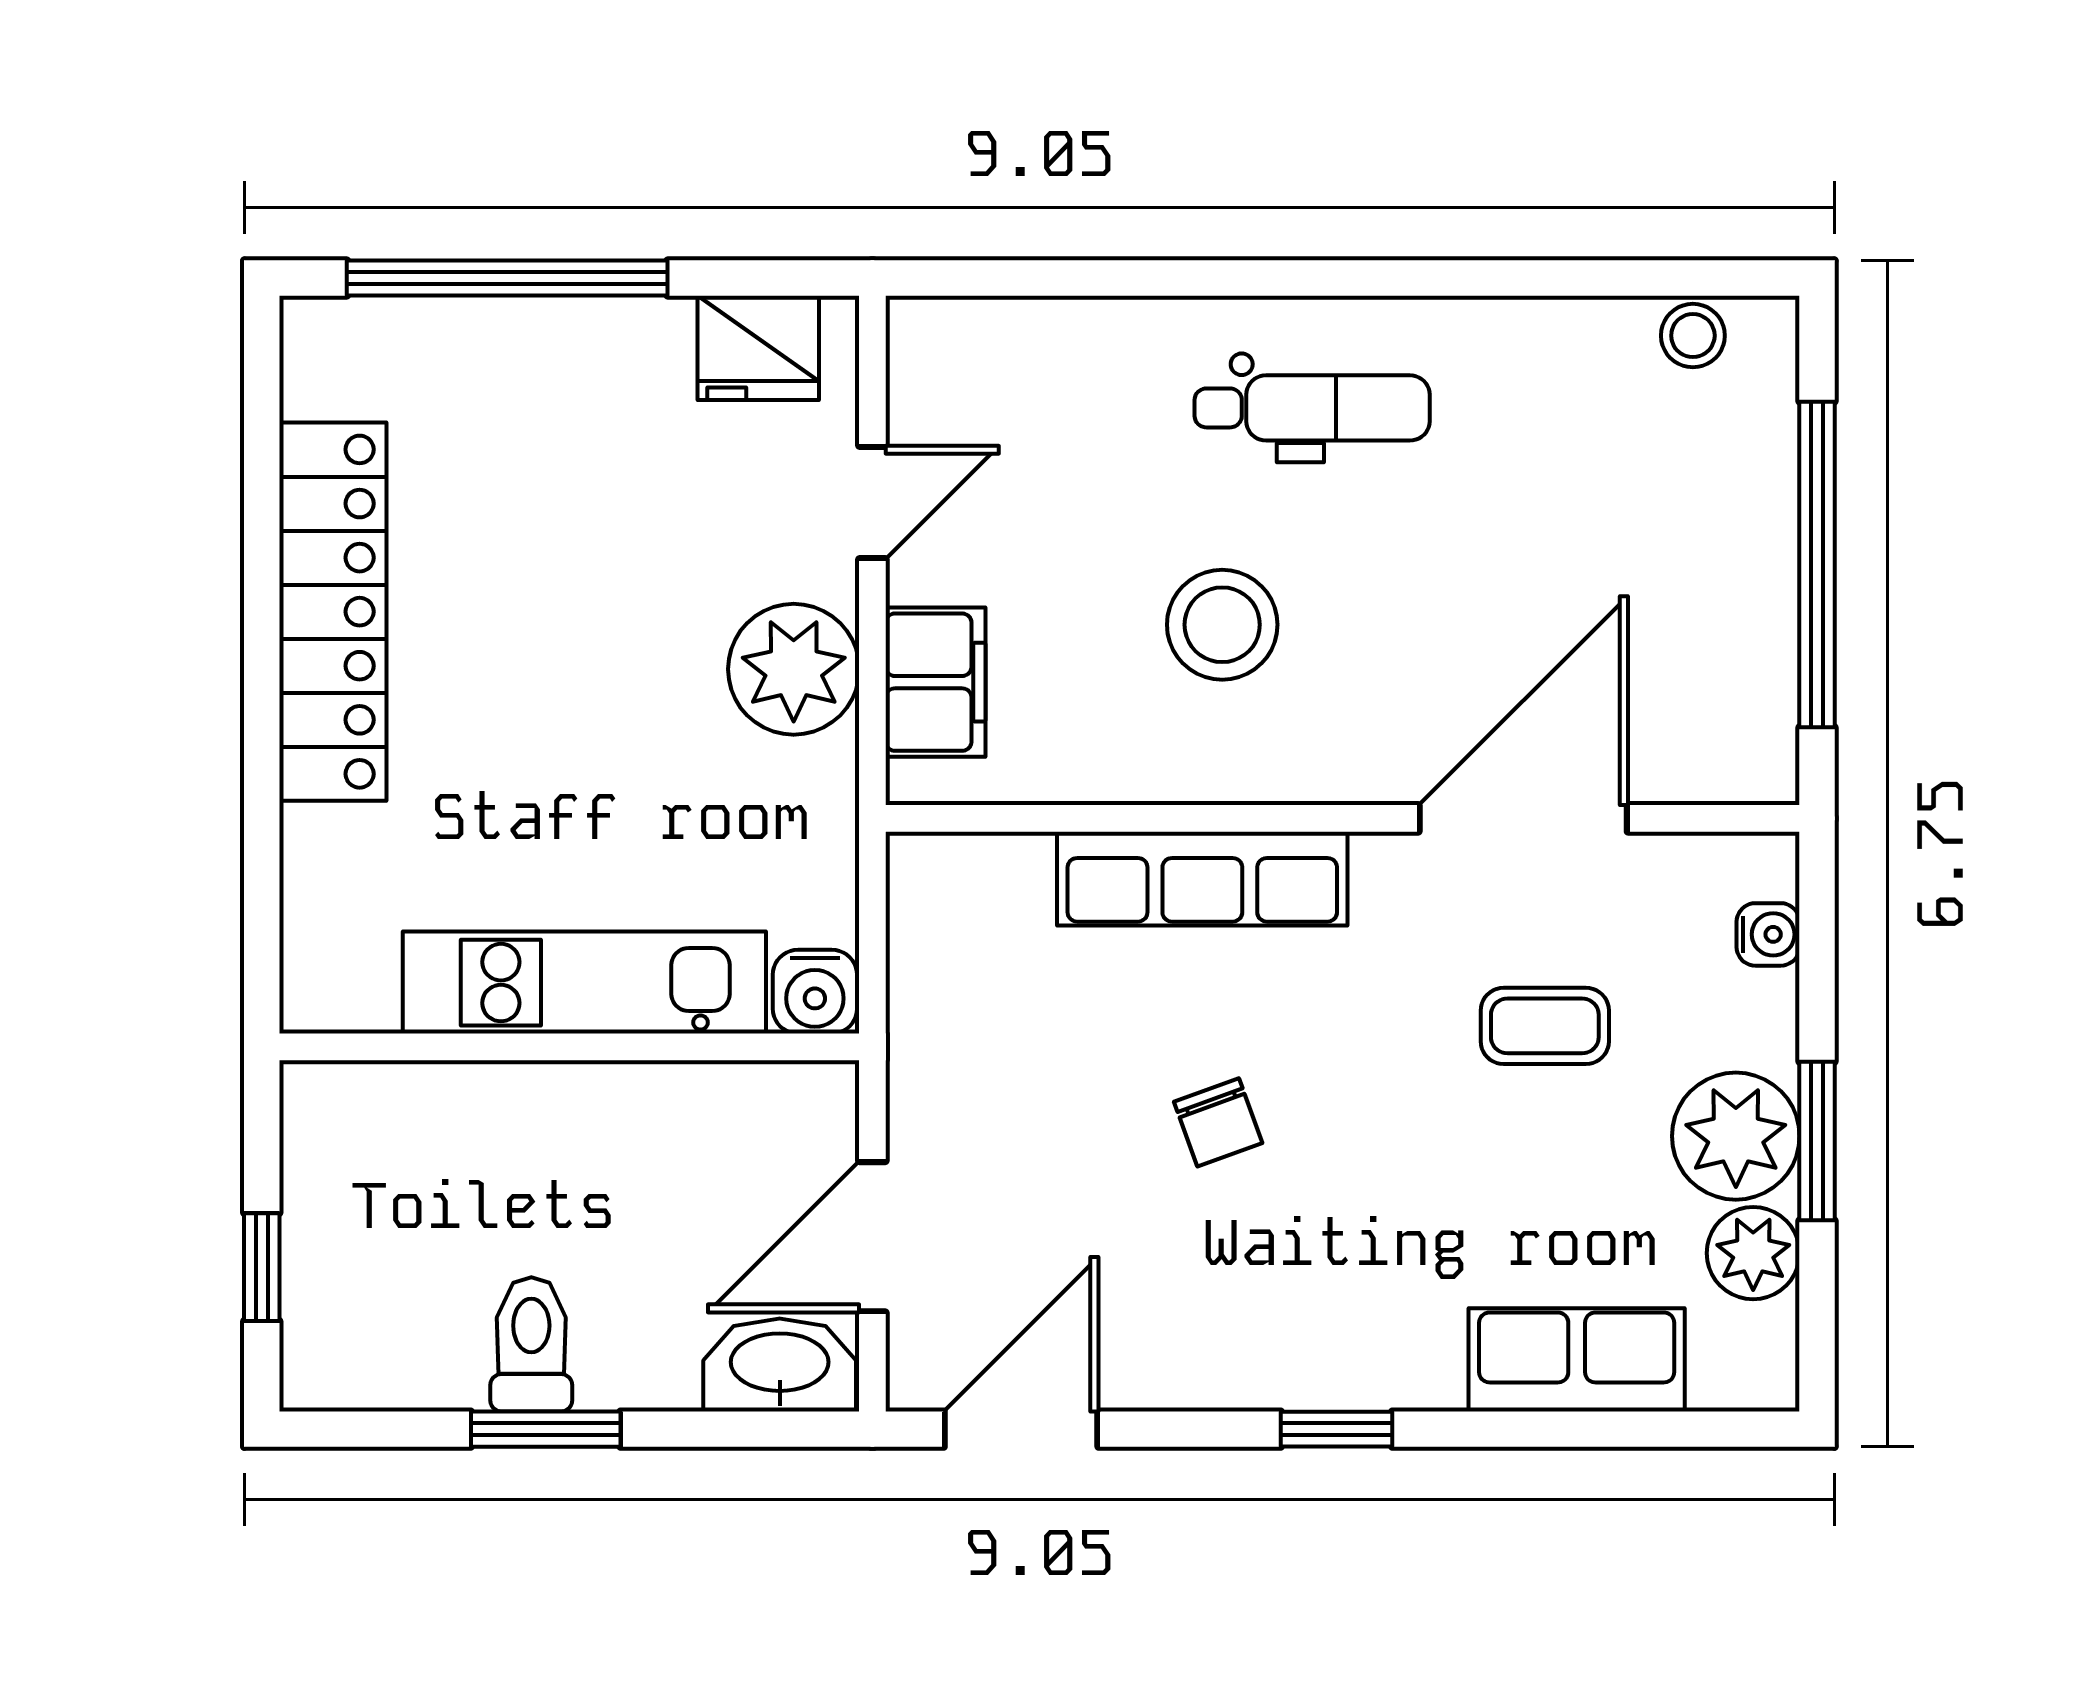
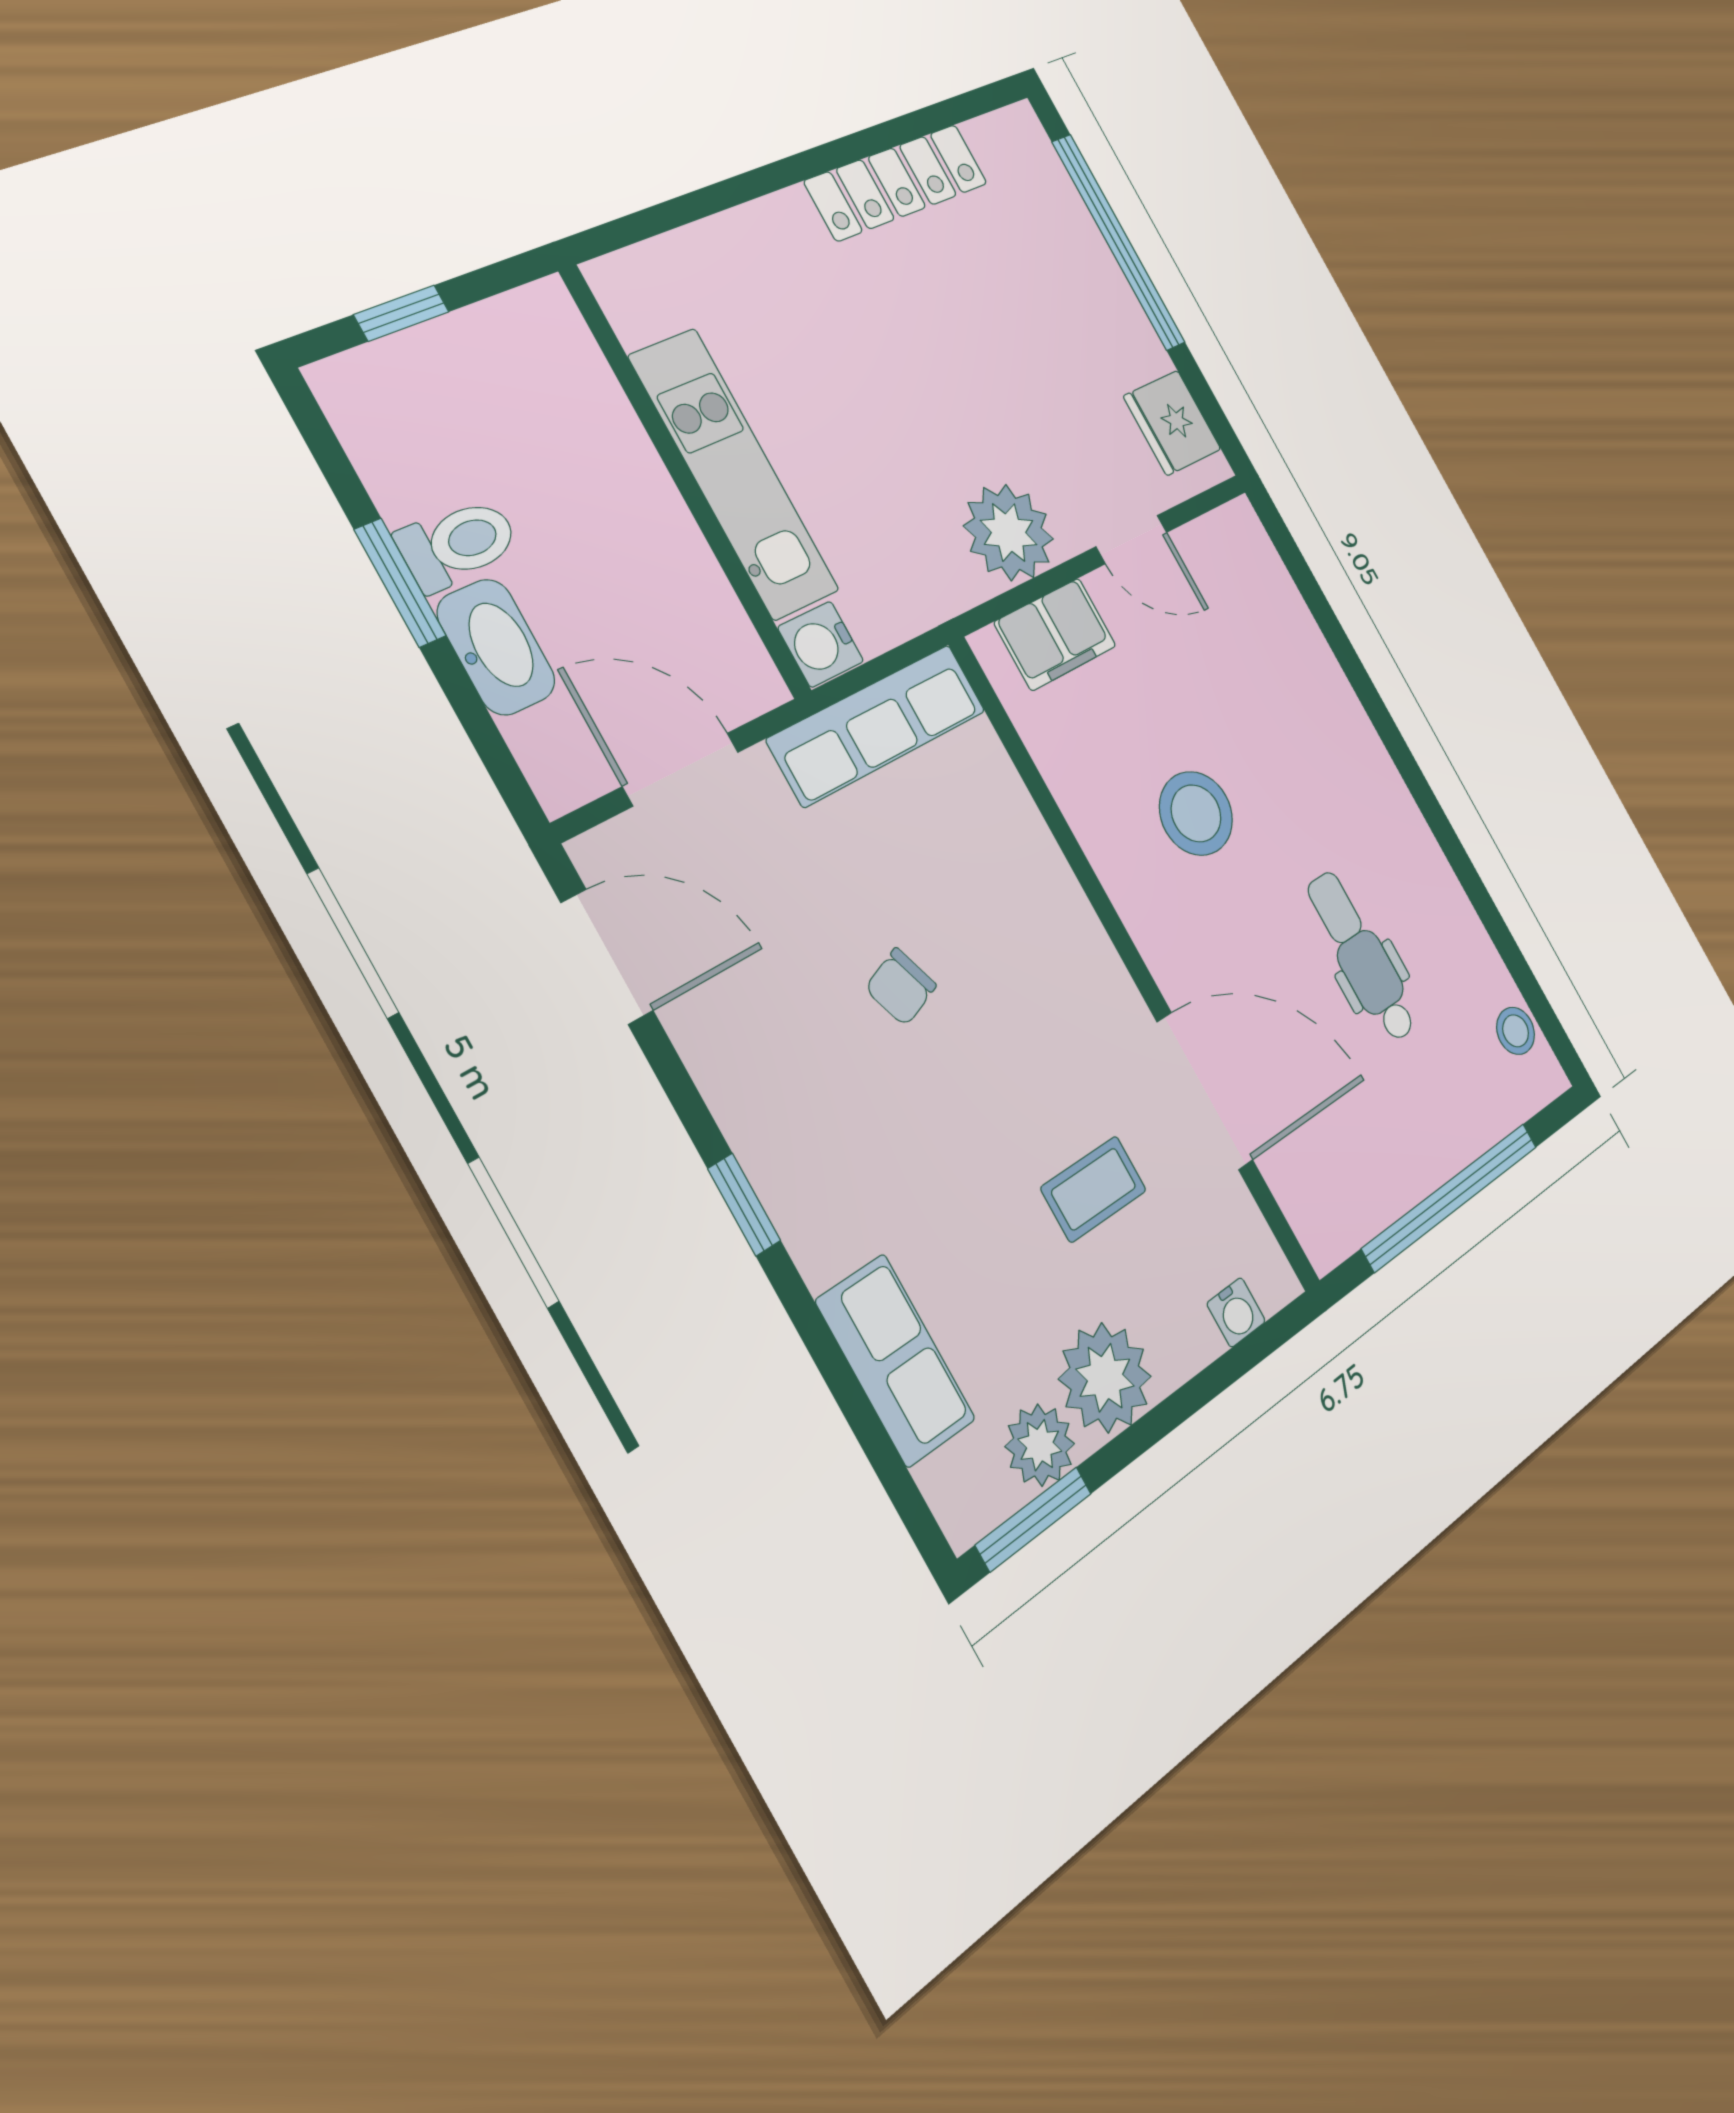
dental chair: (1312, 408) -> (1362, 956), moved, turned 180
locker: (333, 612) -> (897, 182), width x0.71, depth x0.83
row of seats: (1202, 879) -> (877, 725), moved, turned -90
coffee table: (1545, 1026) -> (1094, 1189), turned 90
window: (1817, 1141) -> (1034, 1519), moved
washbasin: (780, 1365) -> (496, 647), moved

